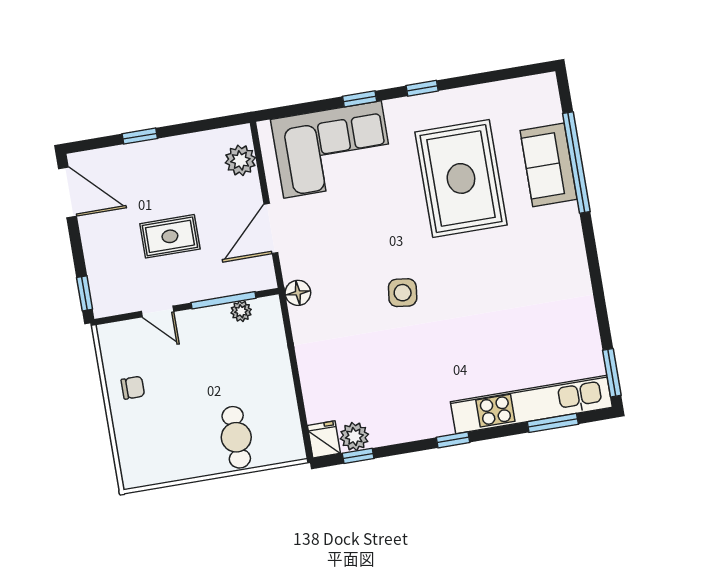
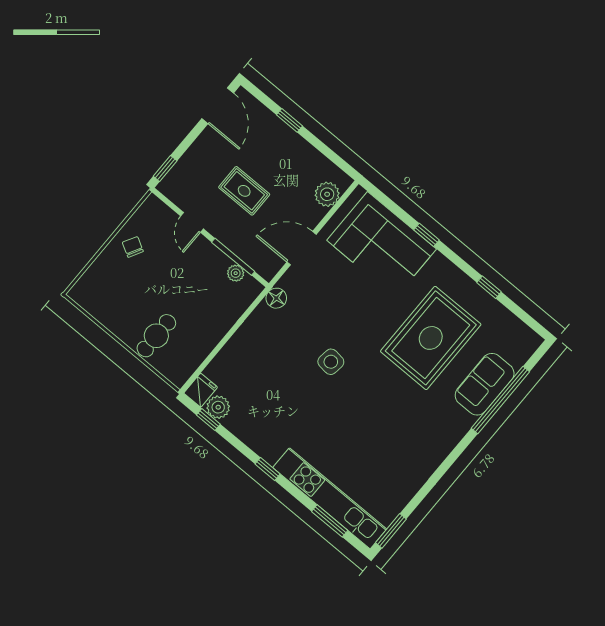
window: (422, 88) -> (489, 287), moved
chair: (133, 388) -> (133, 247), turned -151

